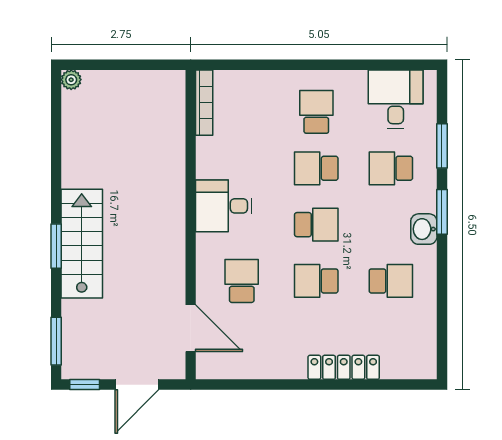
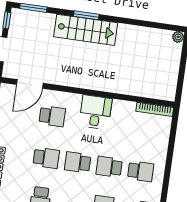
school desk: (316, 168) -> (109, 167), turned -90
school desk: (316, 225) -> (78, 162), turned 90
school desk: (316, 281) -> (46, 158), turned 90

